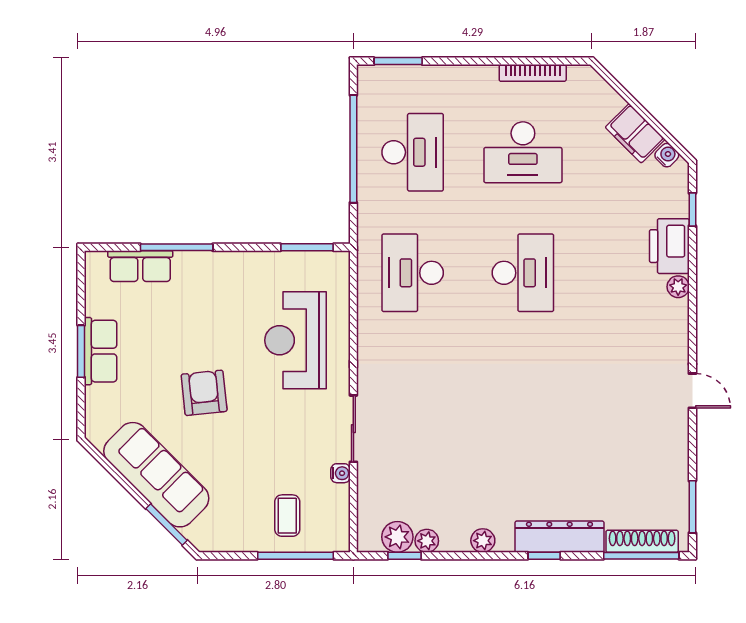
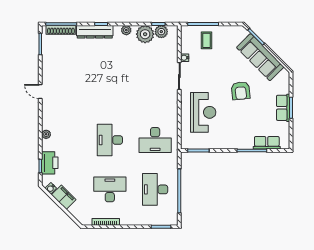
printer: (669, 246) -> (50, 163), moved
desk: (413, 273) -> (155, 140), turned 90
plant: (427, 541) -> (145, 34), width x1.88, depth x1.88

